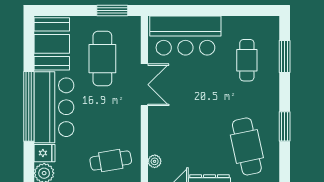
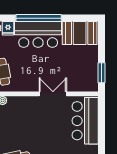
cafe table: (102, 59) -> (70, 66), removed
double door: (144, 85) -> (53, 94), swing flipped

